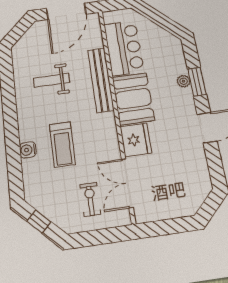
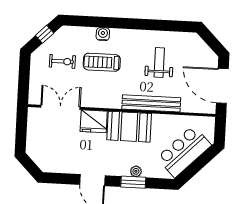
bar counter: (124, 48) -> (184, 151), moved, turned 135
exercise bike: (90, 199) -> (62, 61), moved

